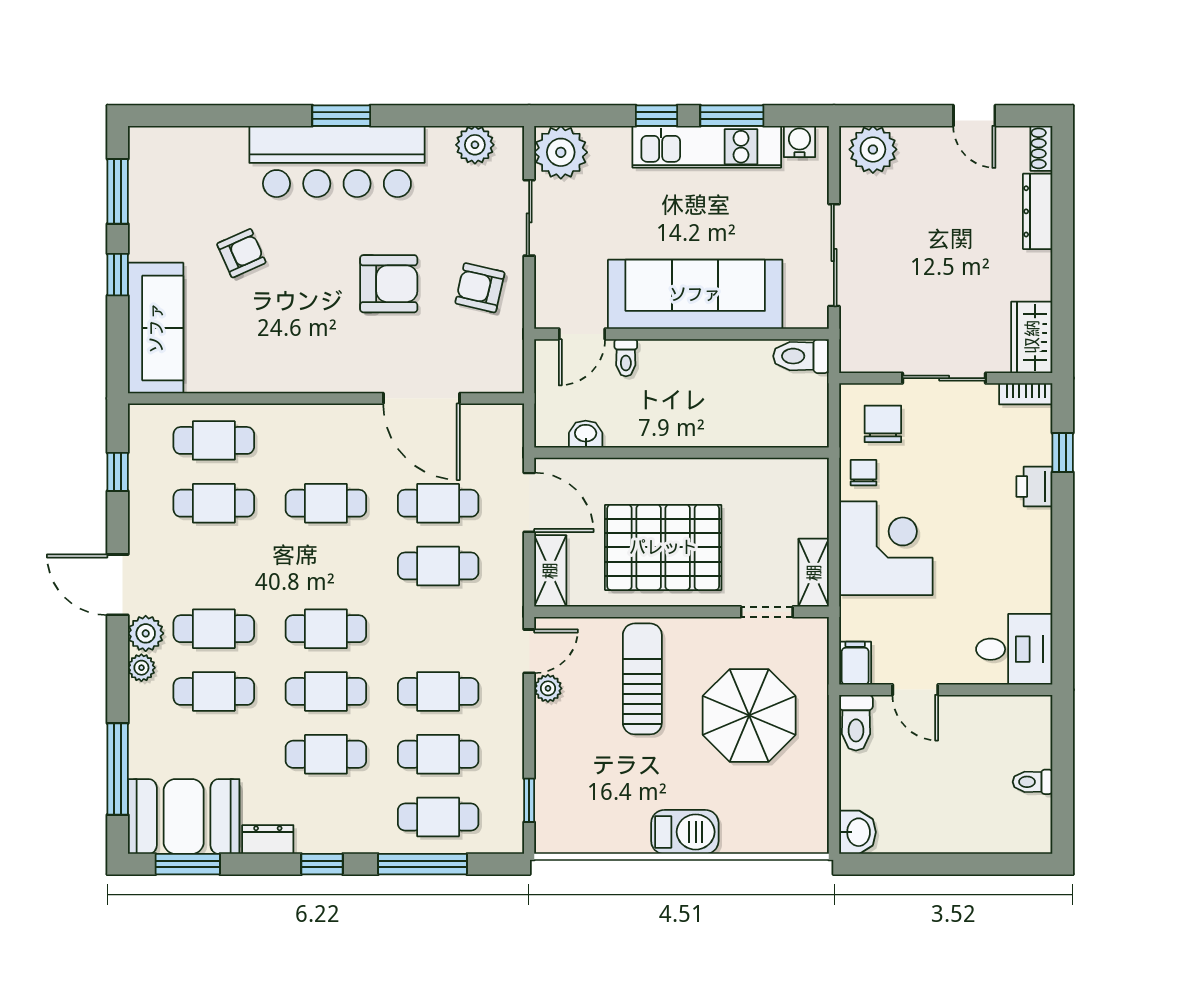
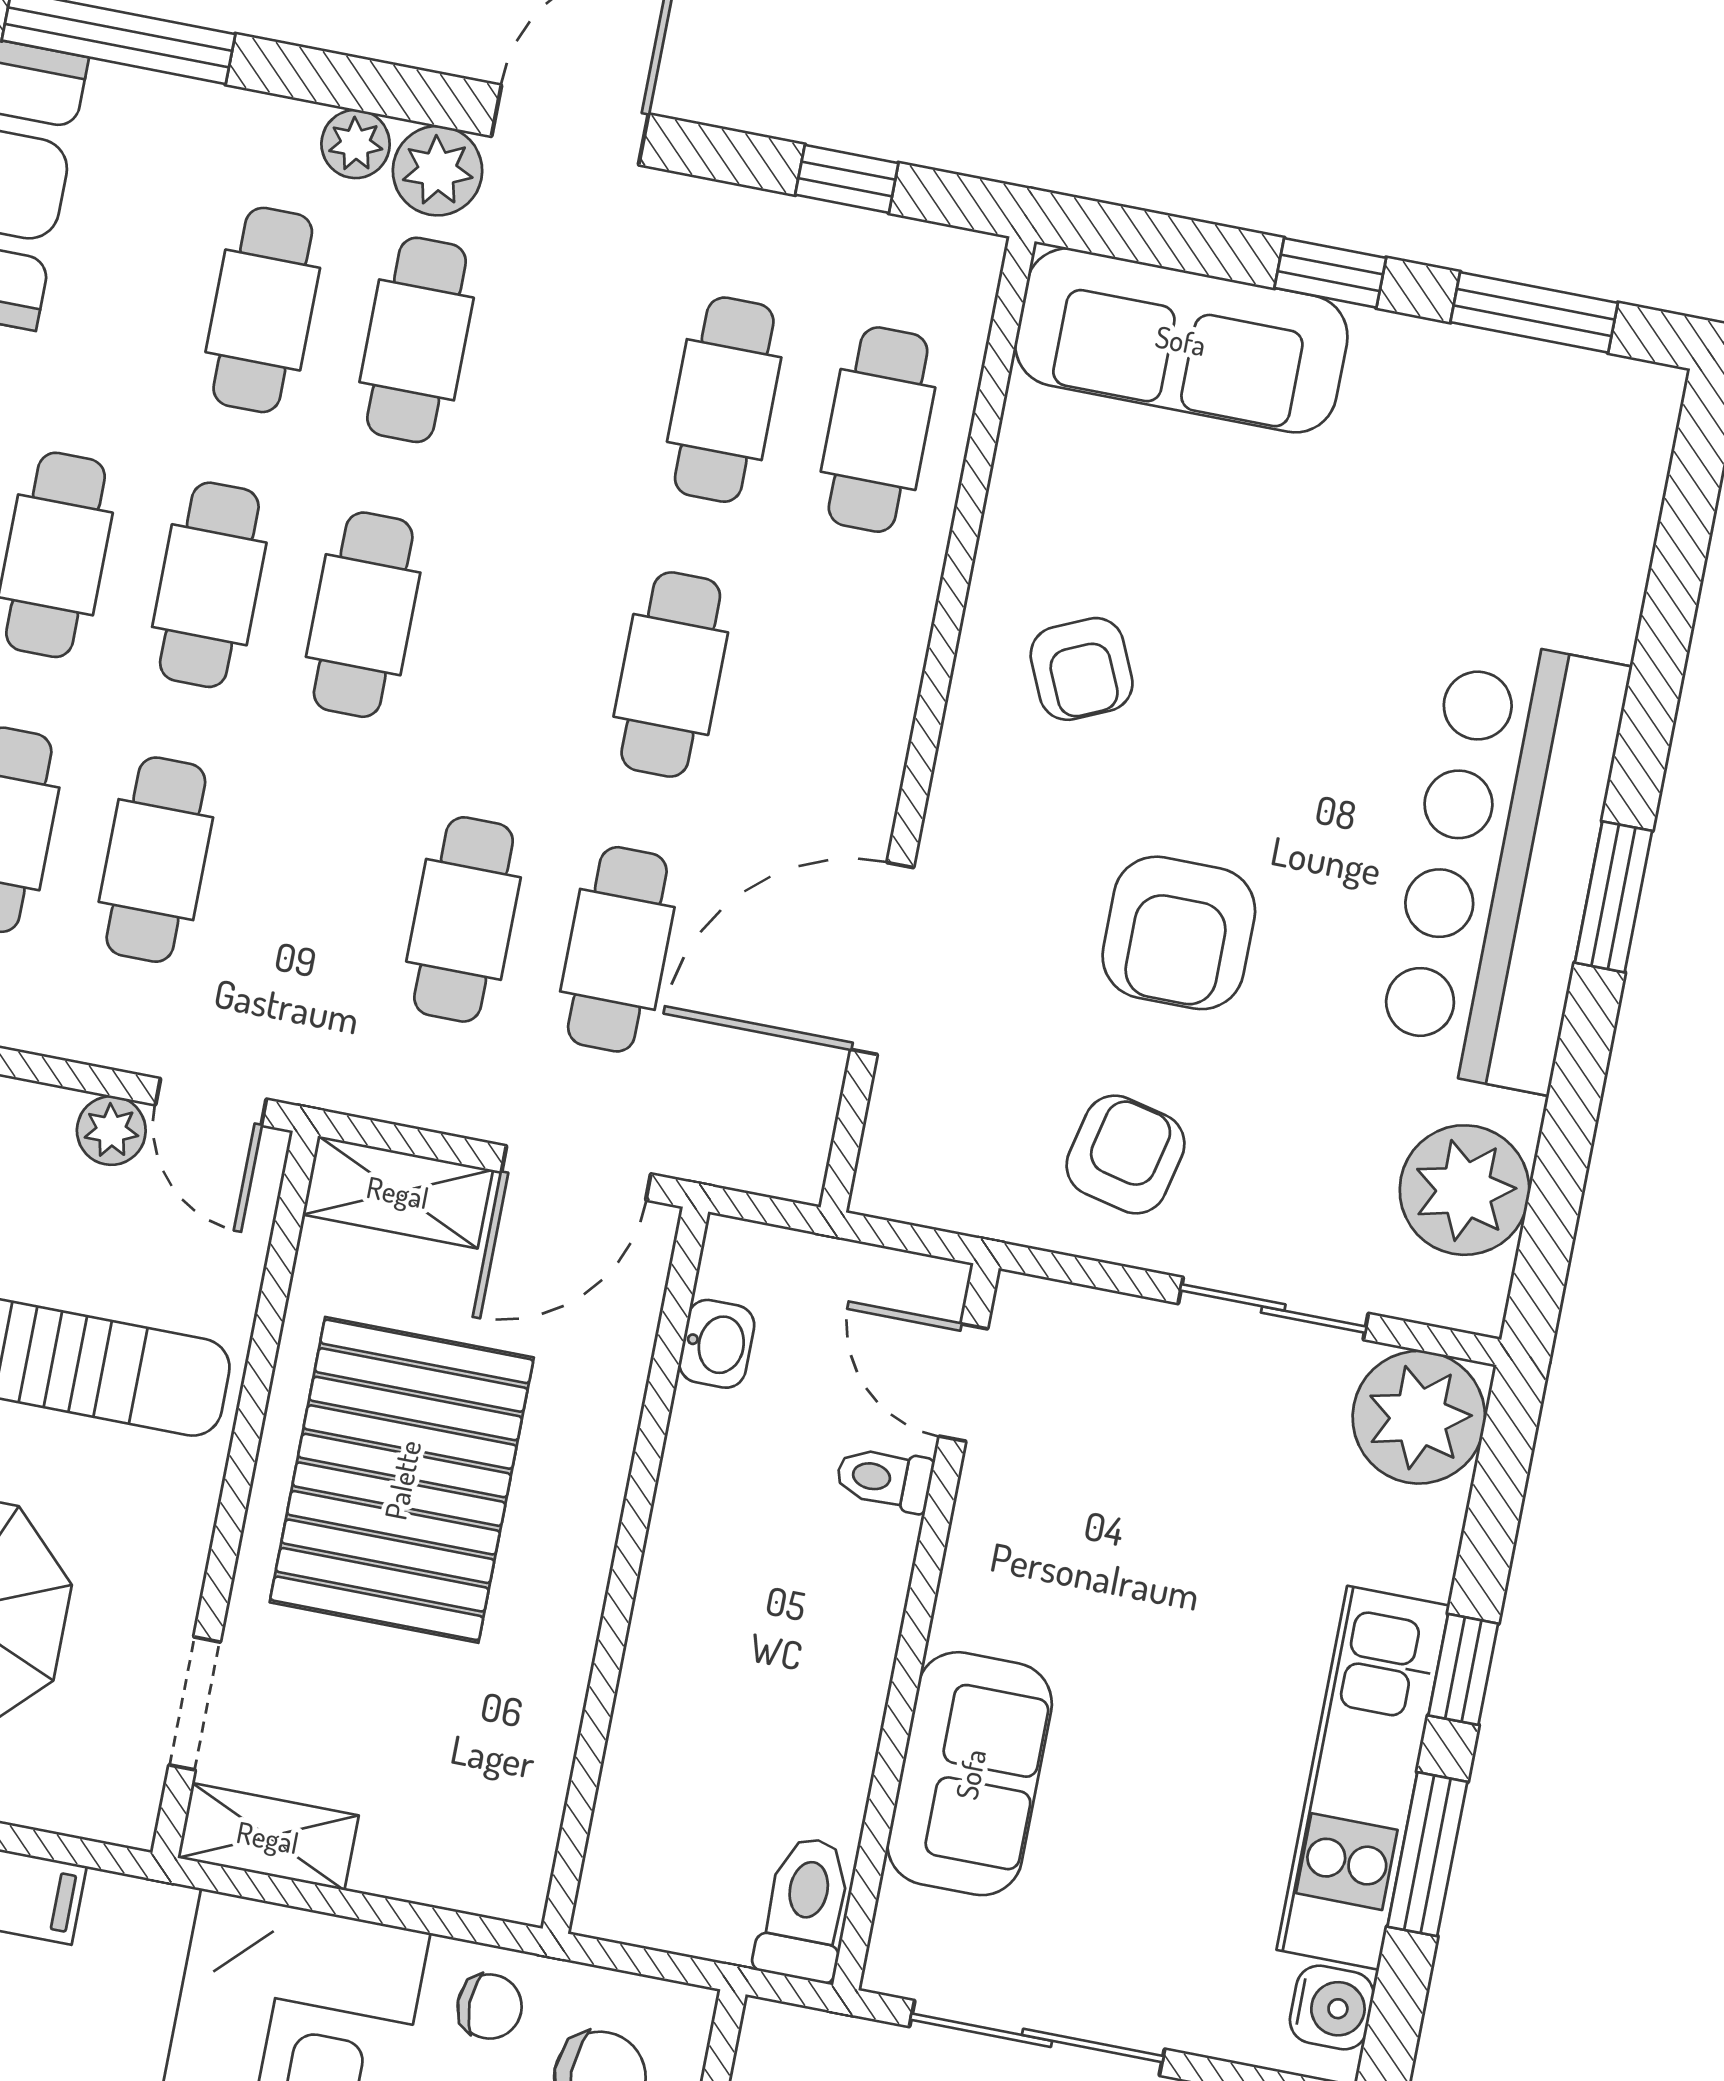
plant: (475, 145) -> (1465, 1190), width x1.36, depth x1.36
armchair: (241, 253) -> (1082, 669), moved
sofa: (695, 294) -> (970, 1774), width x0.54, depth x0.79

